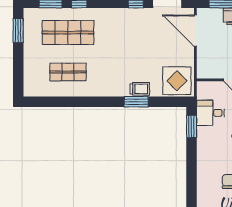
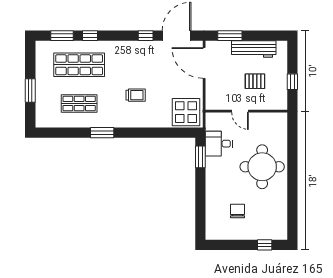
window: (18, 30) -> (30, 90), moved
trolley: (140, 89) -> (136, 95), moved
window: (136, 102) -> (102, 133), moved

